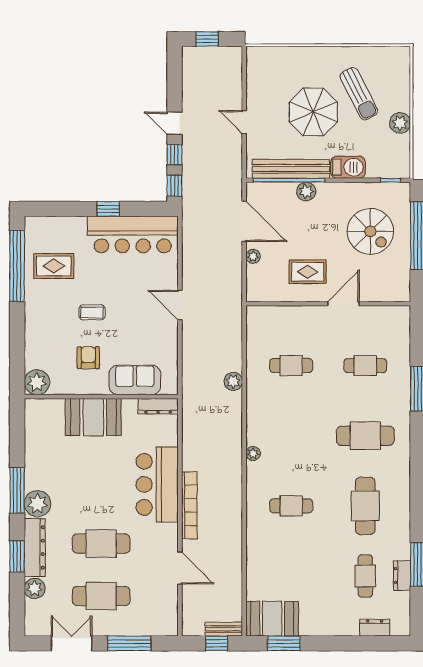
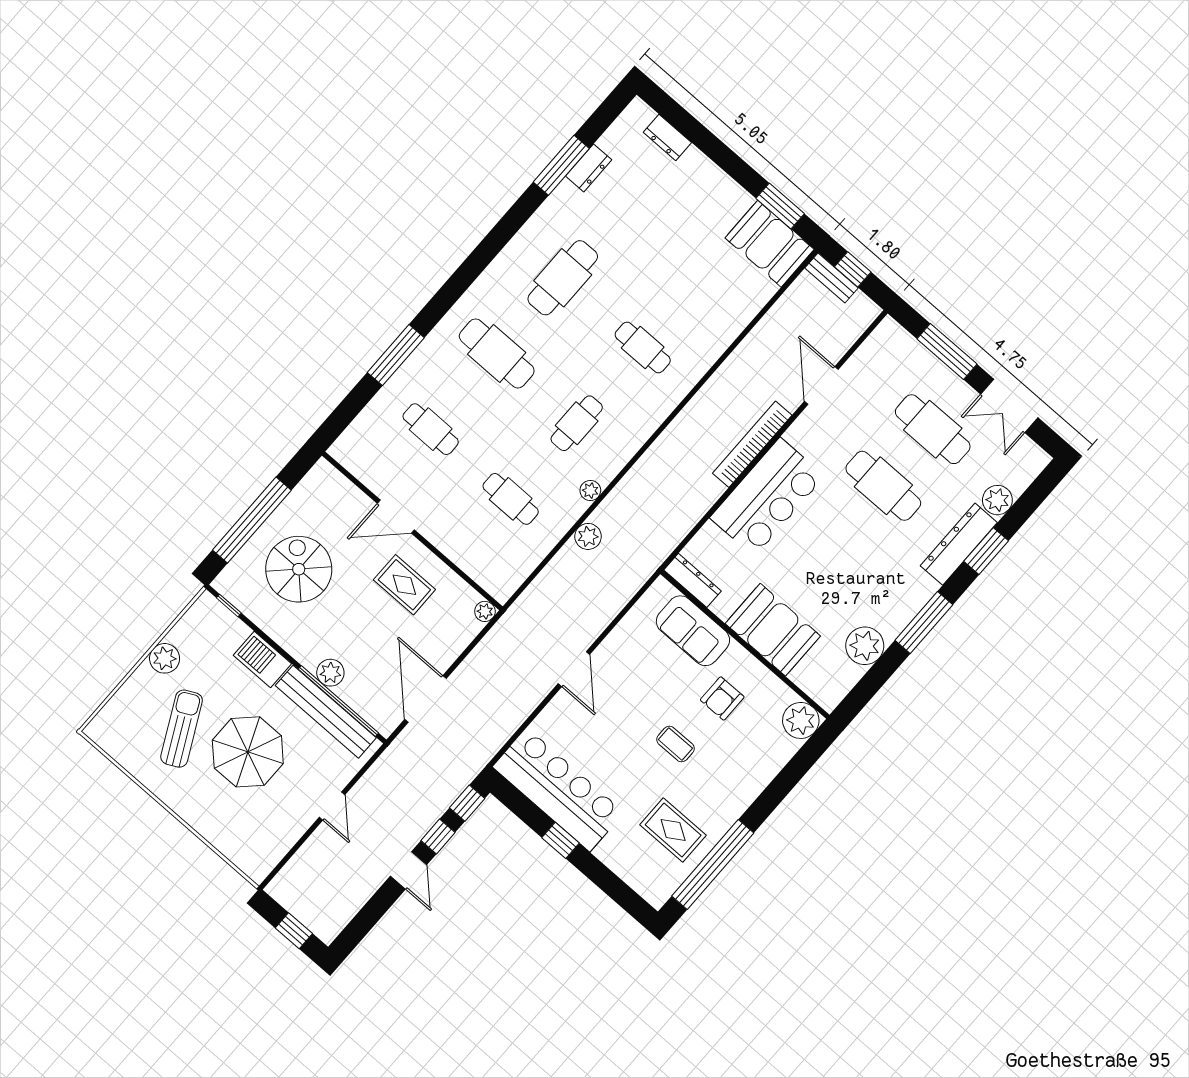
plant: (253, 256) -> (485, 611), moved
plant: (253, 454) -> (590, 491), moved
plant: (37, 504) -> (865, 646), moved
cafe table: (365, 576) -> (577, 423), moved

